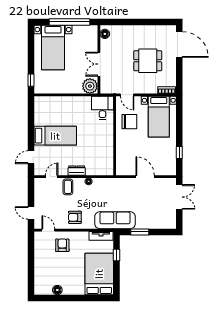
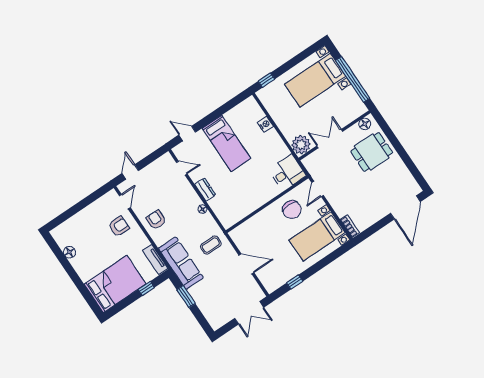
dining table: (148, 61) -> (372, 152), moved, turned 90
nightstand: (60, 101) -> (265, 124), added
door: (145, 177) -> (246, 264), hinge flipped
coffee table: (68, 187) -> (211, 245), moved

